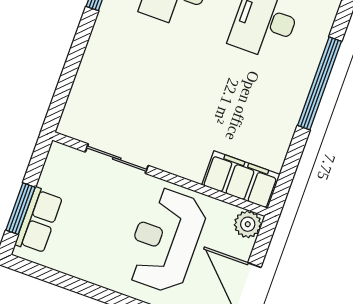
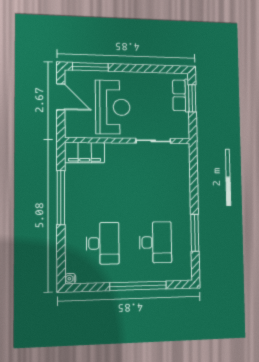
window: (320, 83) -> (61, 198), moved
plant: (248, 224) -> (72, 130), removed

